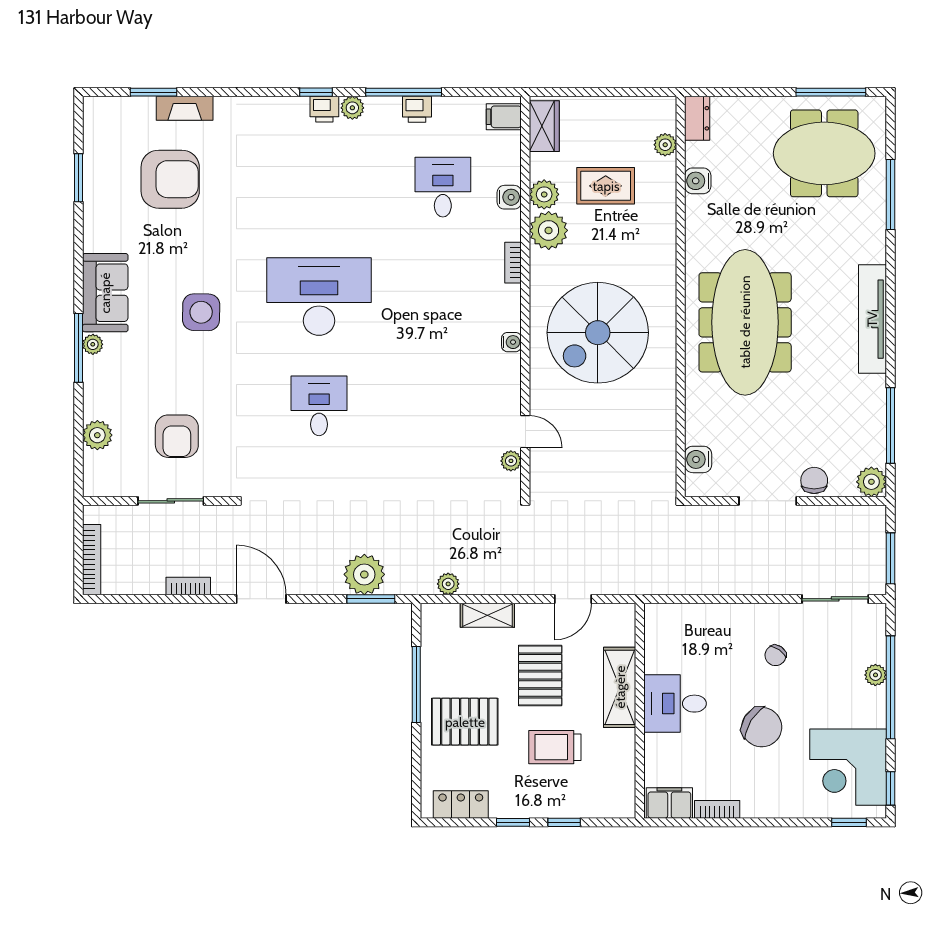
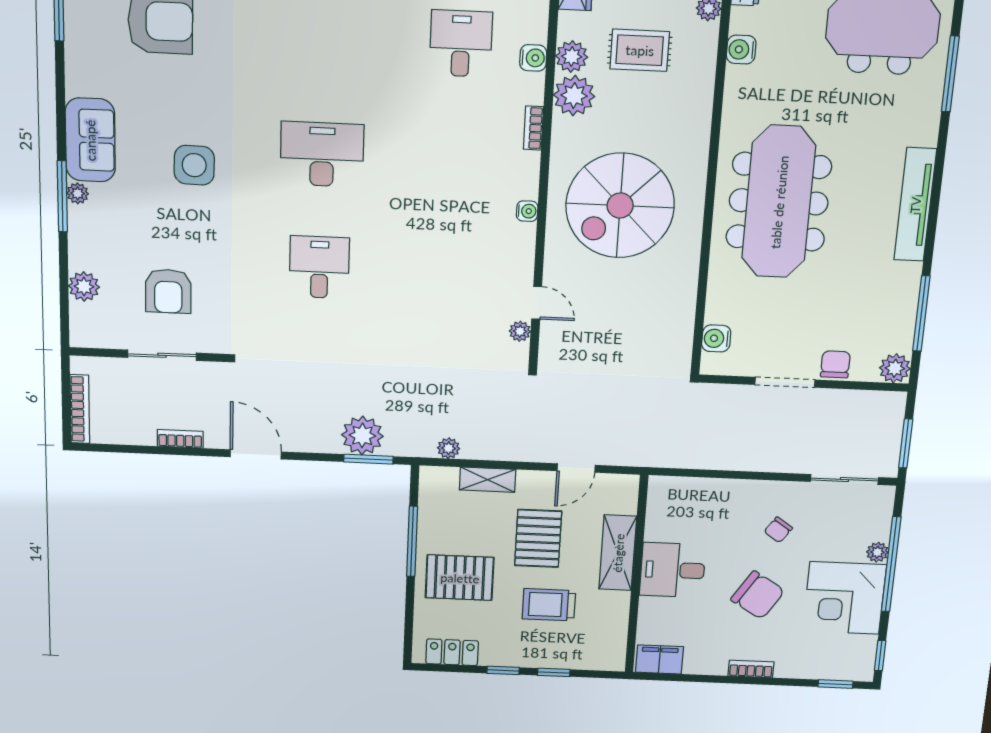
desk: (319, 296) -> (322, 154), width x0.73, depth x0.77
corner desk: (848, 767) -> (844, 598), moved
bookcase: (717, 809) -> (751, 669), moved

